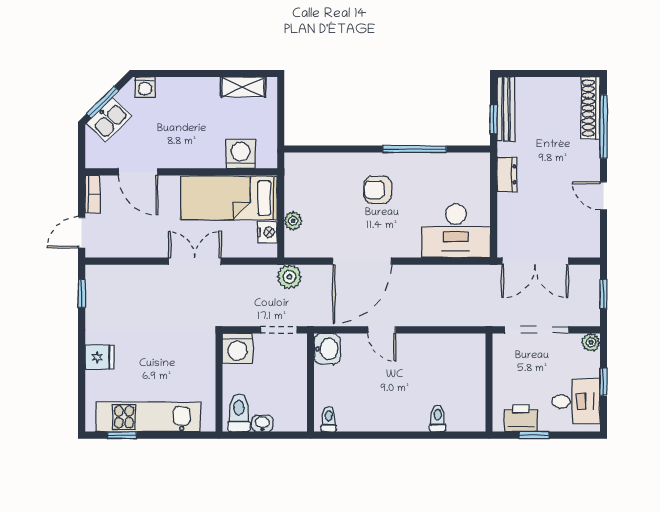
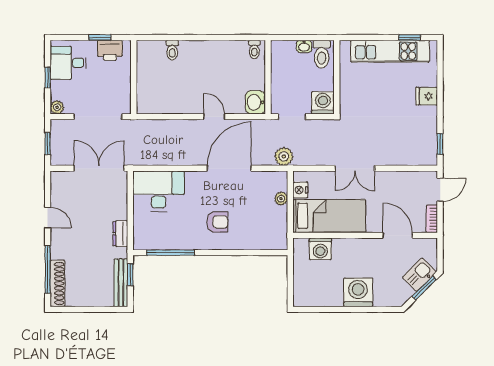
washing machine: (145, 87) -> (358, 292), moved, width x1.89, depth x1.89
shelving: (243, 87) -> (319, 299), removed
window: (415, 149) -> (170, 253), moved

